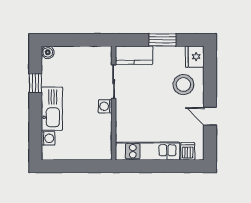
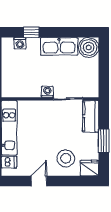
boiler: (48, 52) -> (89, 47), width x1.86, depth x1.86
window: (35, 83) -> (31, 32), moved
kitchen sink: (52, 109) -> (59, 46), moved

